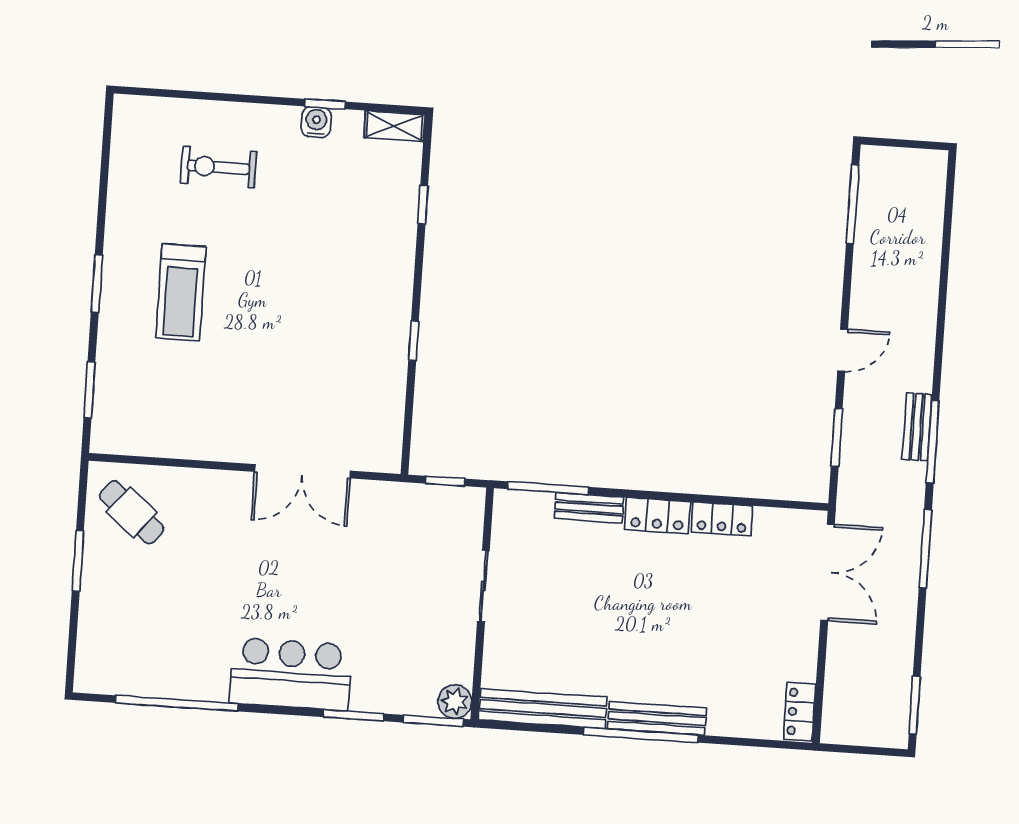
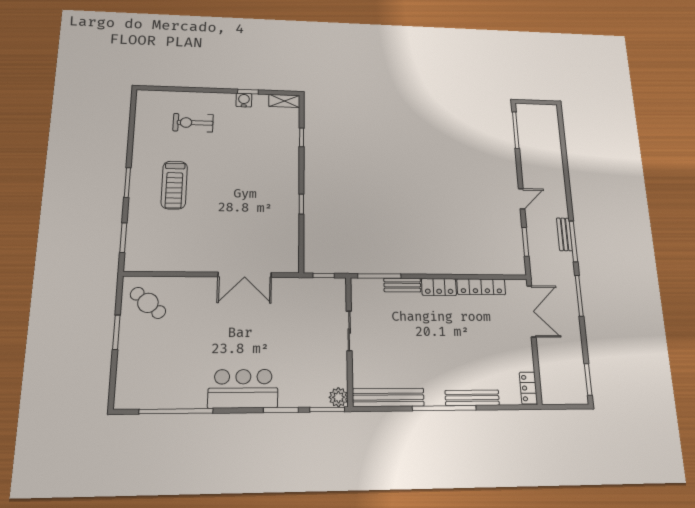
locker: (722, 519) -> (481, 287), width x1.53
bench: (657, 718) -> (472, 398), moved

